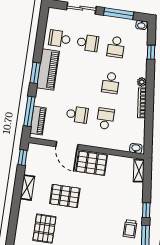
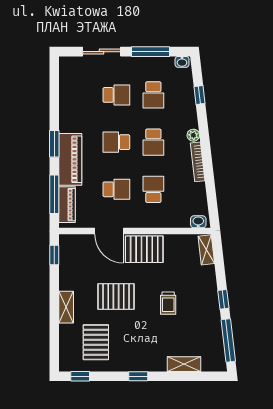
school desk: (60, 39) -> (116, 142), moved
piano: (48, 70) -> (70, 159), moved
shelving: (27, 188) -> (66, 307), moved
trolley: (130, 229) -> (168, 303), moved

